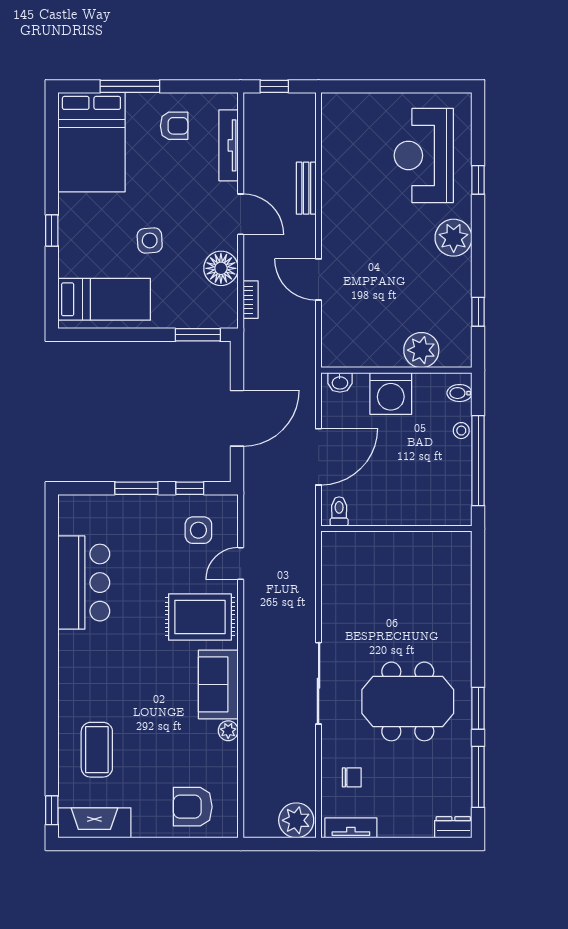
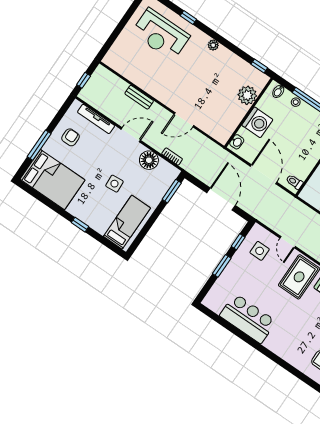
plant: (454, 238) -> (213, 45), width x0.53, depth x0.53
window: (478, 312) -> (259, 66), moved

